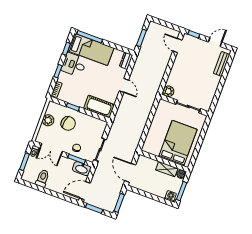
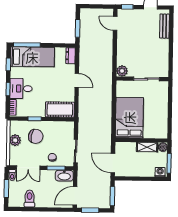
desk: (74, 65) -> (21, 89), moved
bed: (178, 143) -> (129, 118), moved

